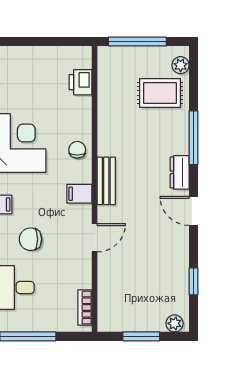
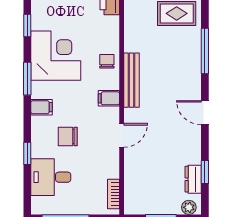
dresser: (180, 172) -> (193, 179), moved
bench: (106, 181) -> (131, 80), width x1.36

